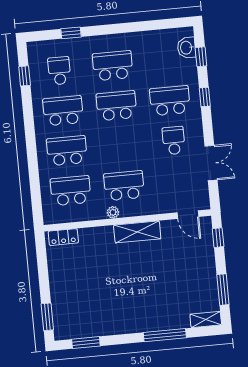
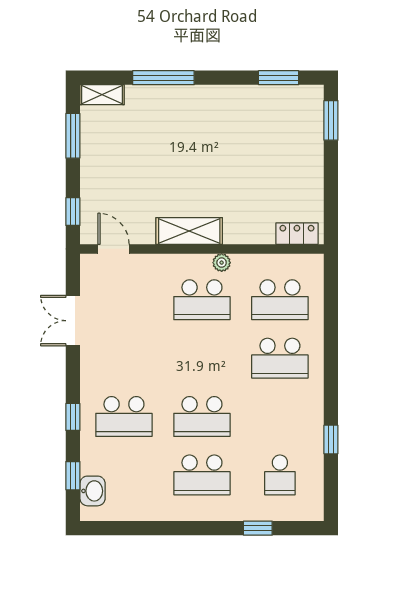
window: (25, 76) -> (331, 440), moved
school desk: (63, 111) -> (280, 417), removed
school desk: (174, 141) -> (124, 358), removed

